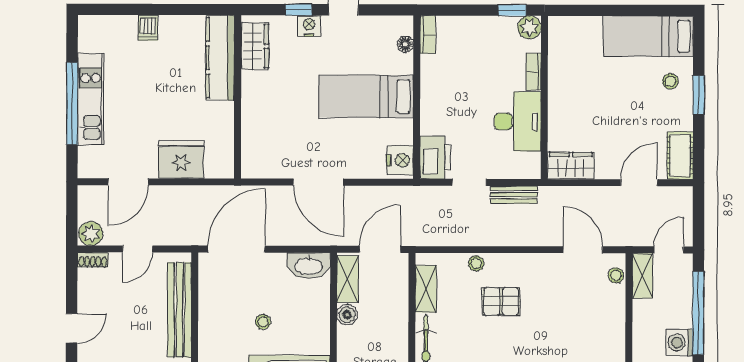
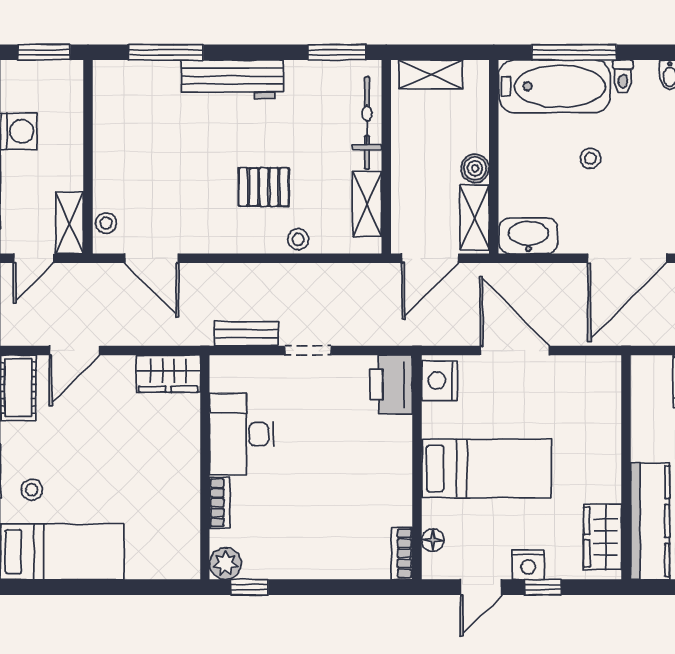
bookcase: (428, 35) -> (402, 553), moved
floor lamp: (405, 44) -> (433, 540), moved
bed: (366, 96) -> (486, 468), moved
wall: (417, 97) -> (417, 467), moved
printer: (435, 158) -> (391, 385), moved
nightstand: (400, 160) -> (440, 381), moved

